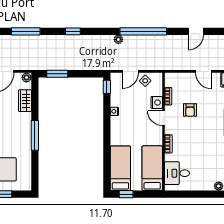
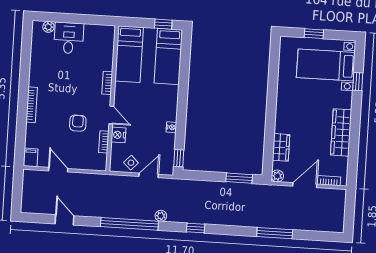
window: (73, 31) -> (196, 228), moved
door: (196, 31) -> (65, 220), hinge flipped
window: (35, 135) -> (271, 104), removed
desk: (177, 173) -> (69, 38), moved, turned -90

